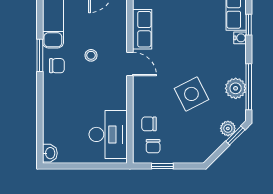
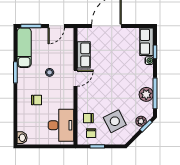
door: (130, 64) -> (76, 78), hinge flipped
chair: (57, 66) -> (36, 100), moved
side table: (191, 94) -> (115, 121), moved

